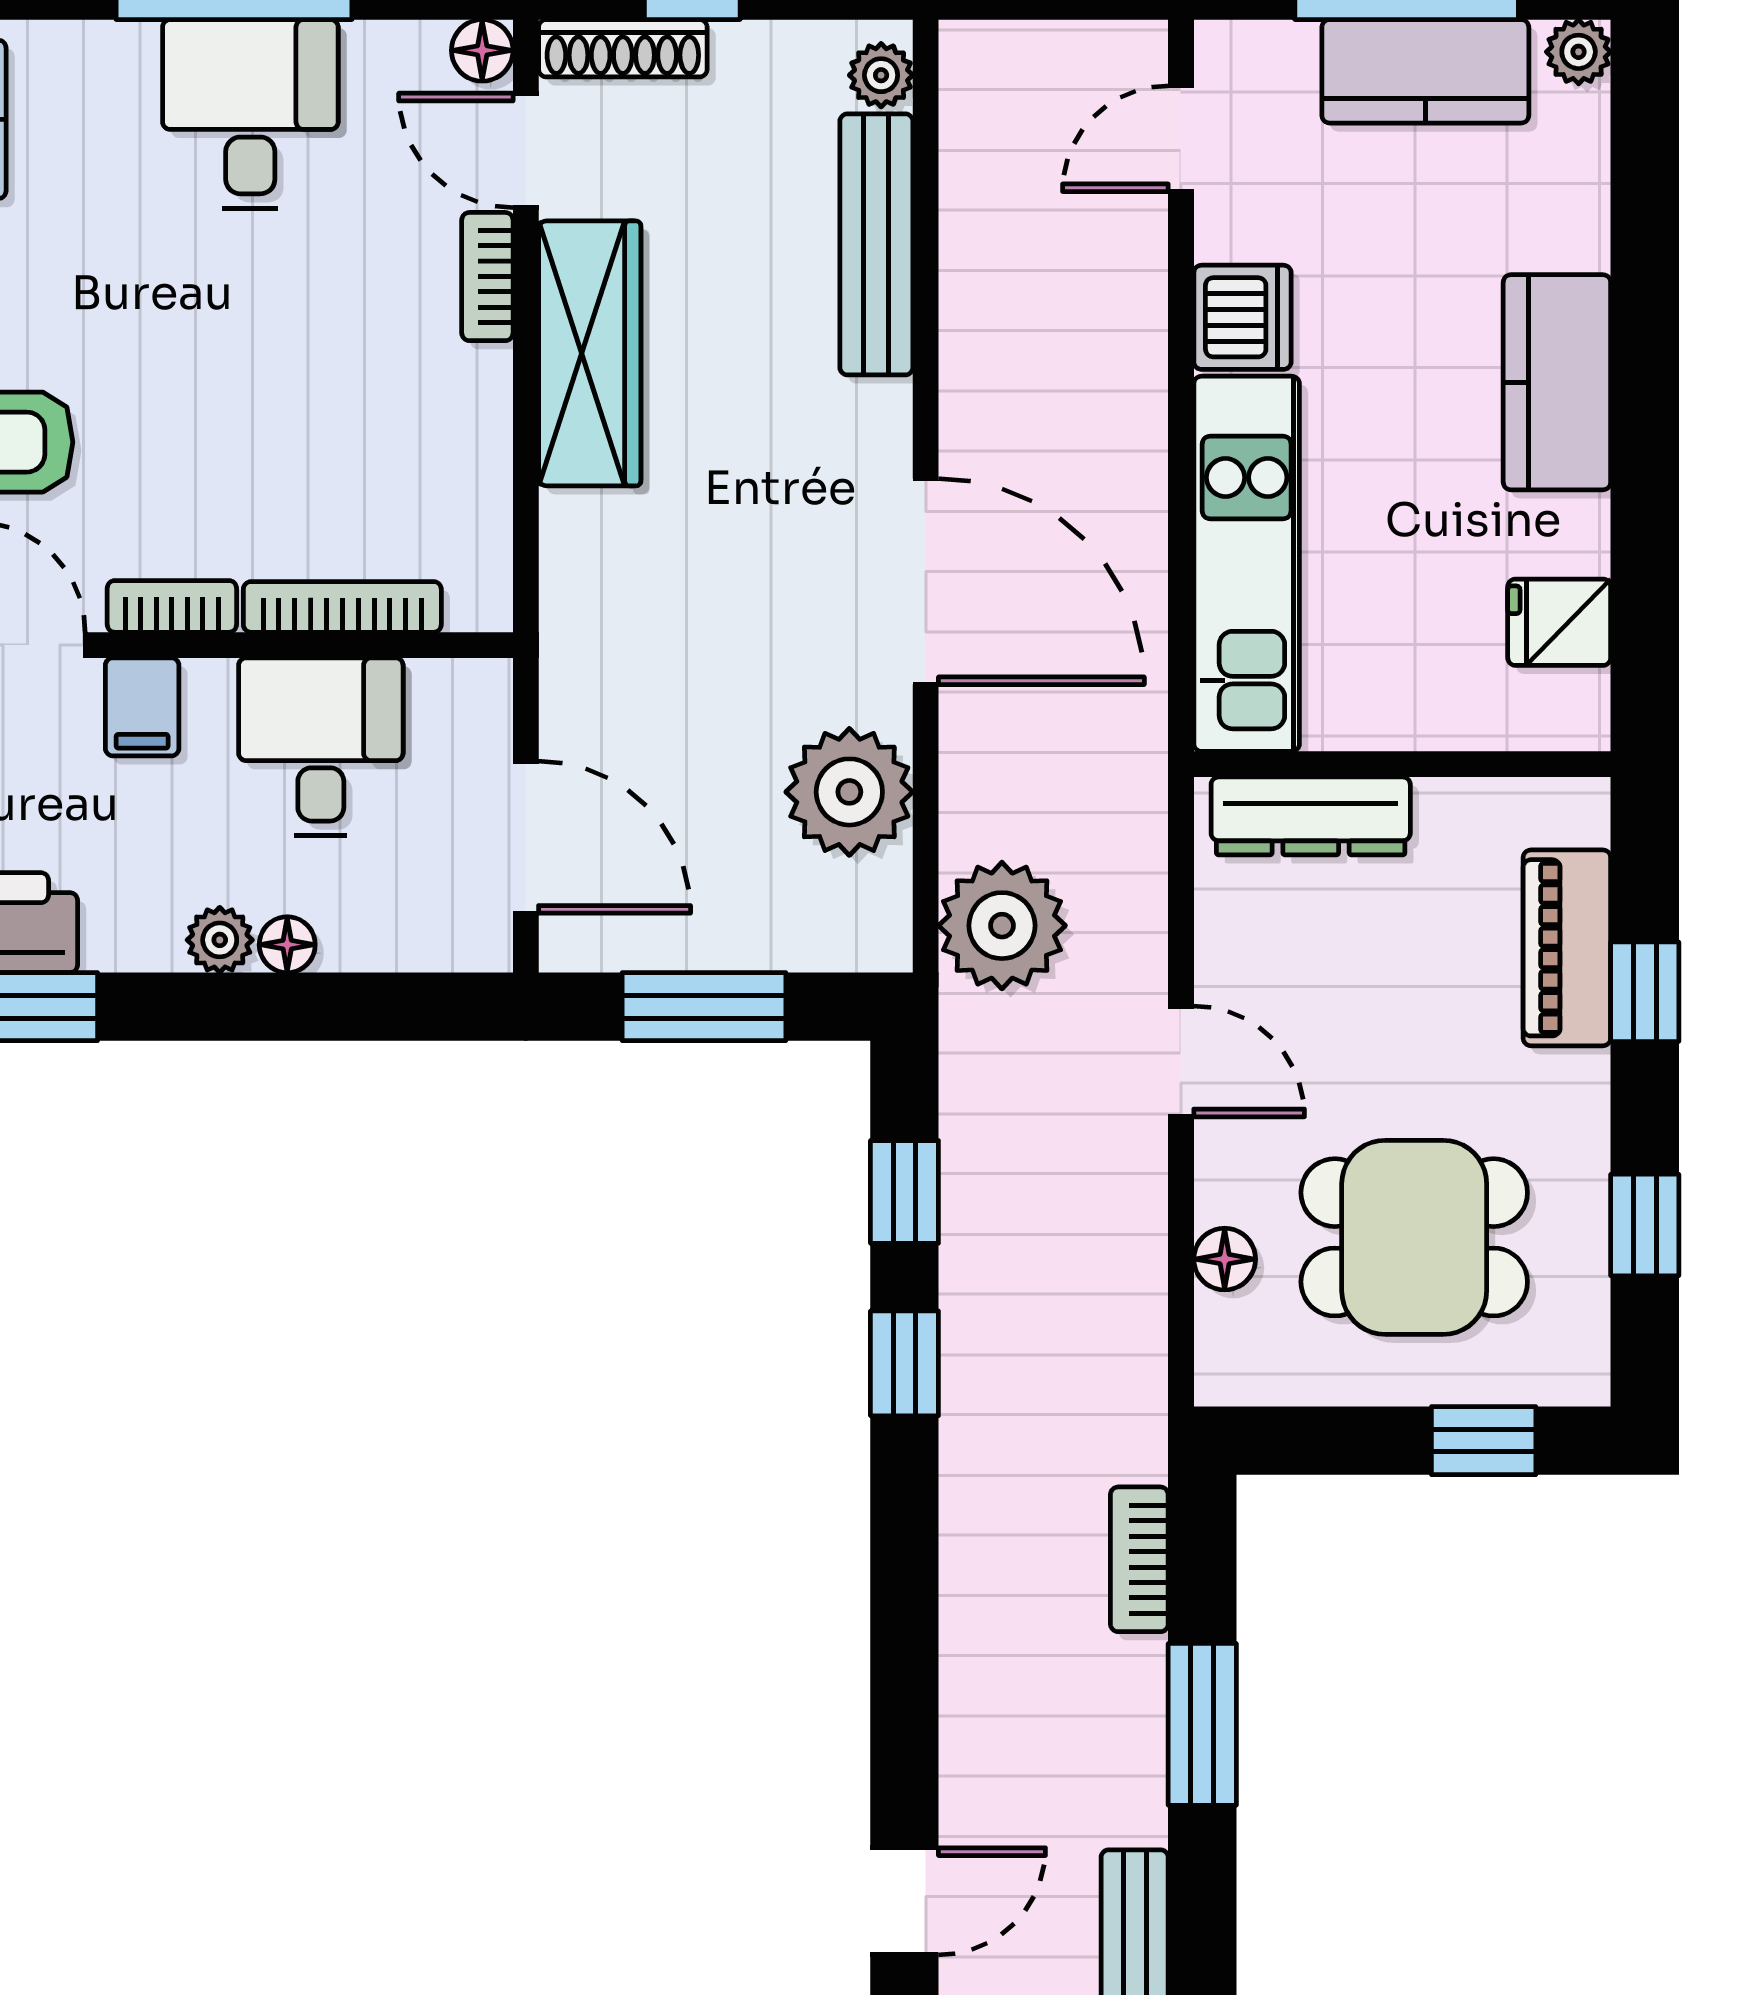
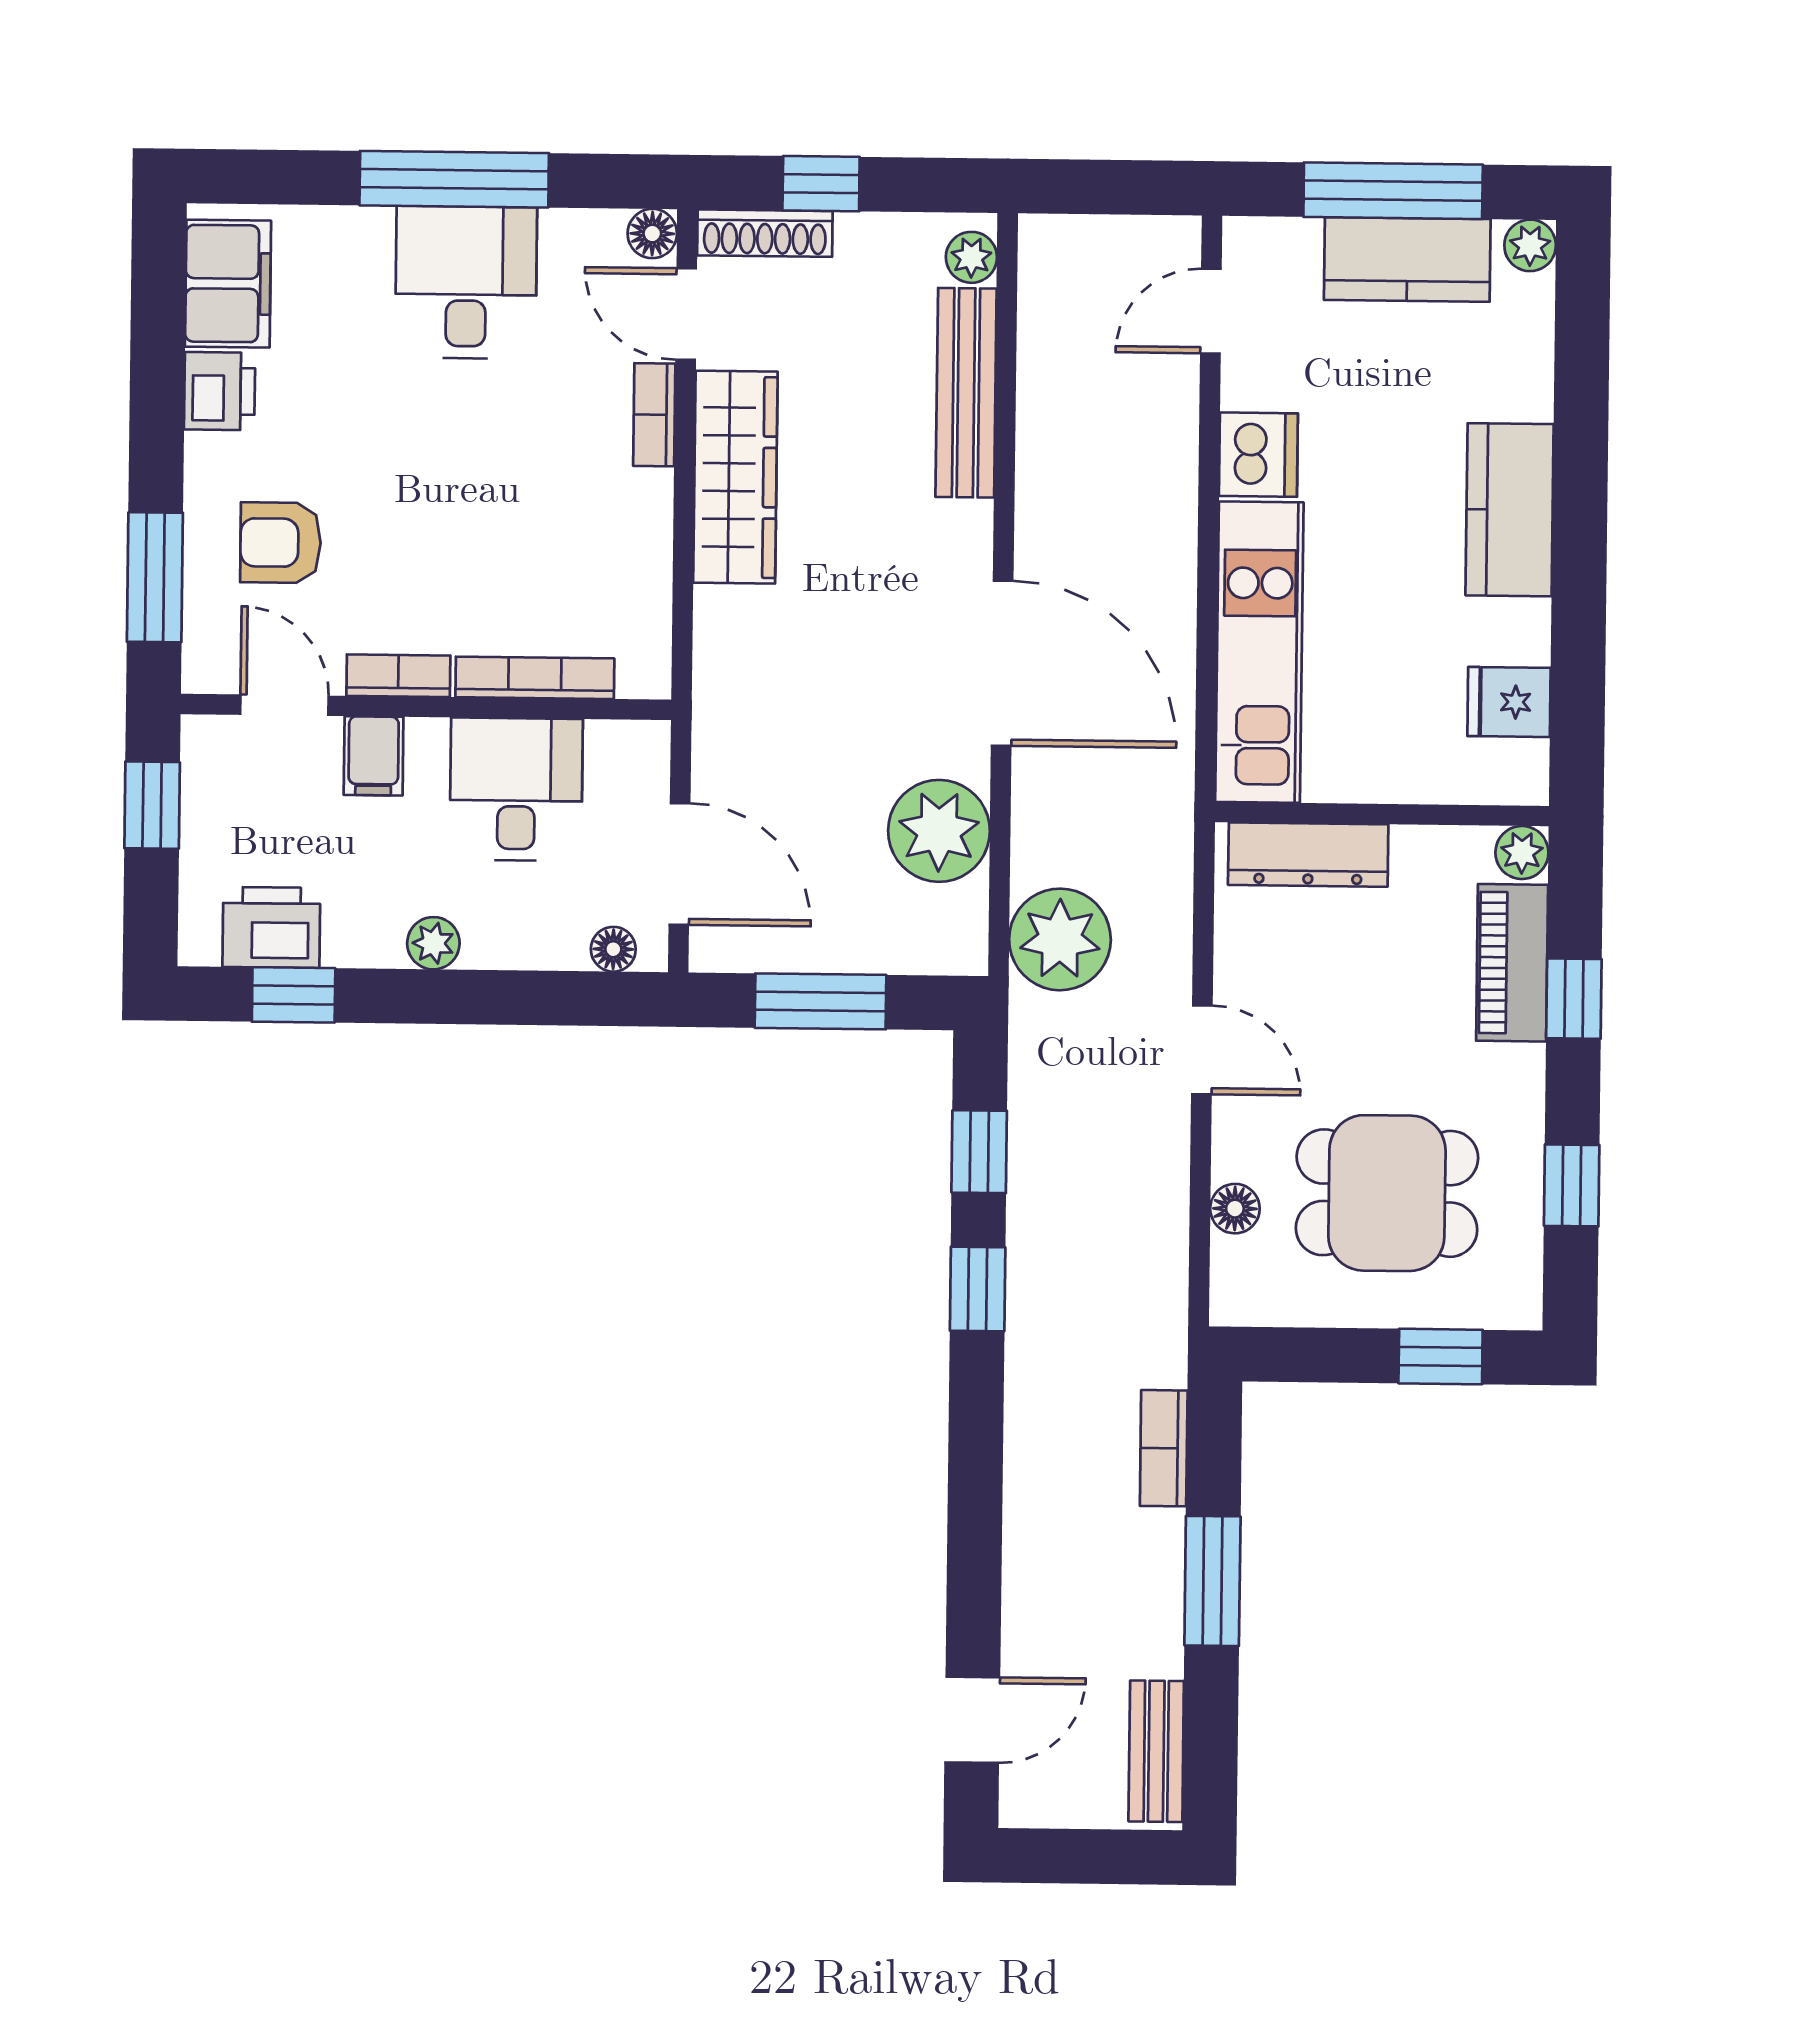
plant: (1578, 810) -> (1522, 853), added
floor lamp: (287, 945) -> (613, 949), moved

